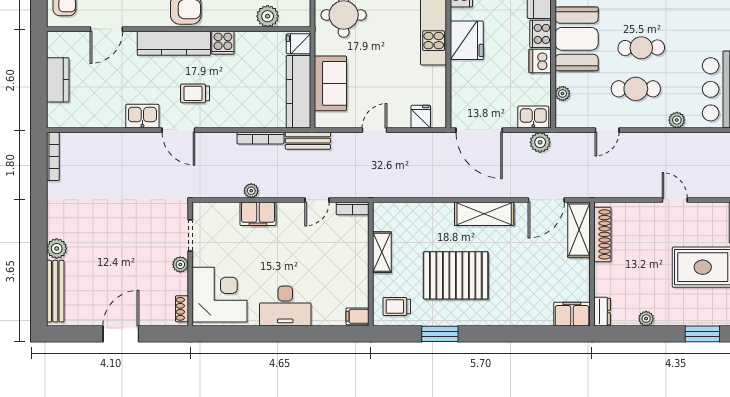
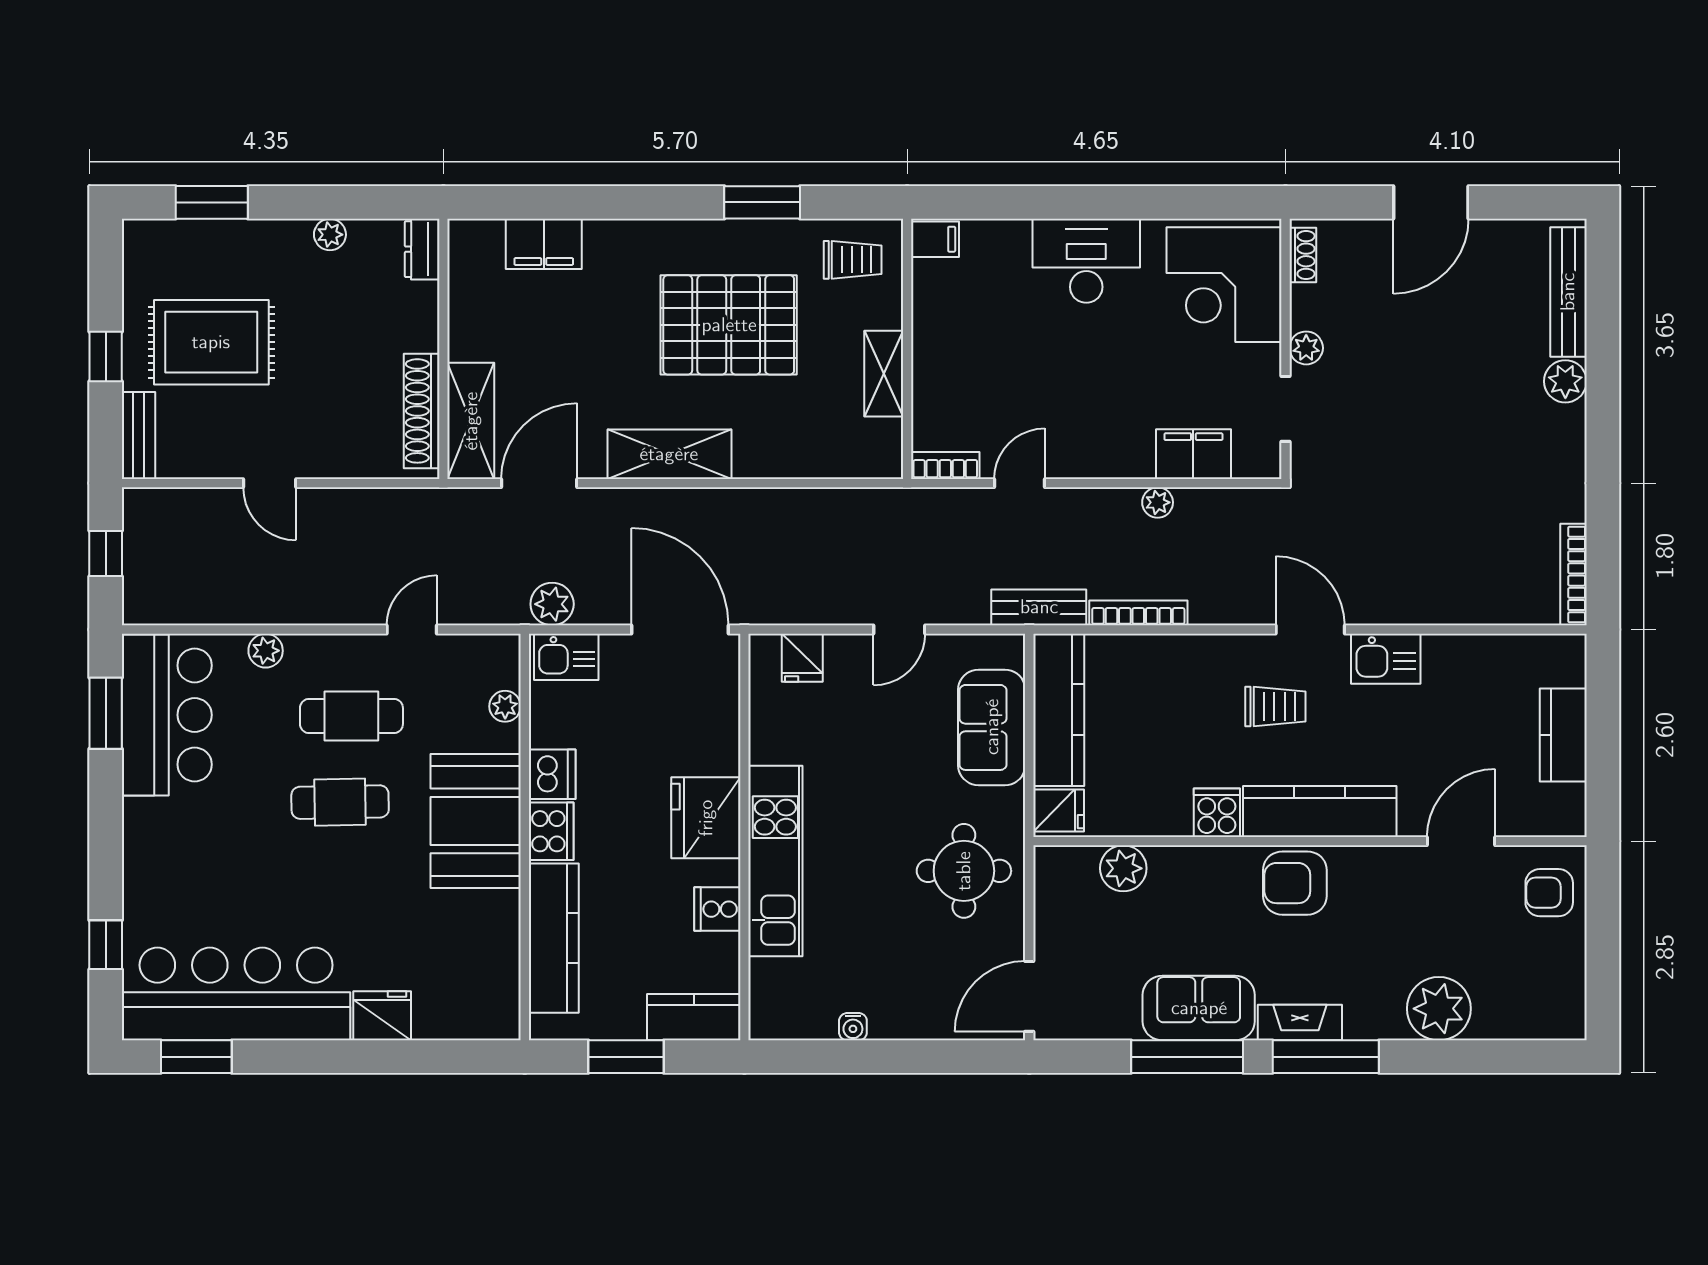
filing cabinet: (258, 214) -> (1193, 454), moved
filing cabinet: (572, 314) -> (544, 244), moved

